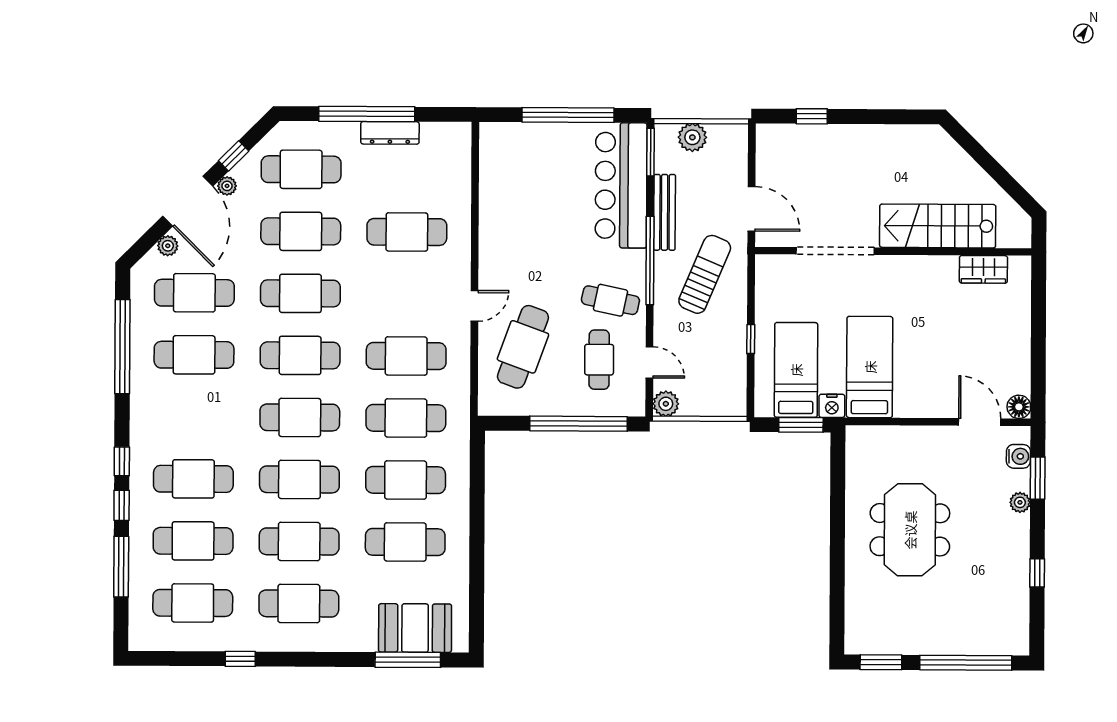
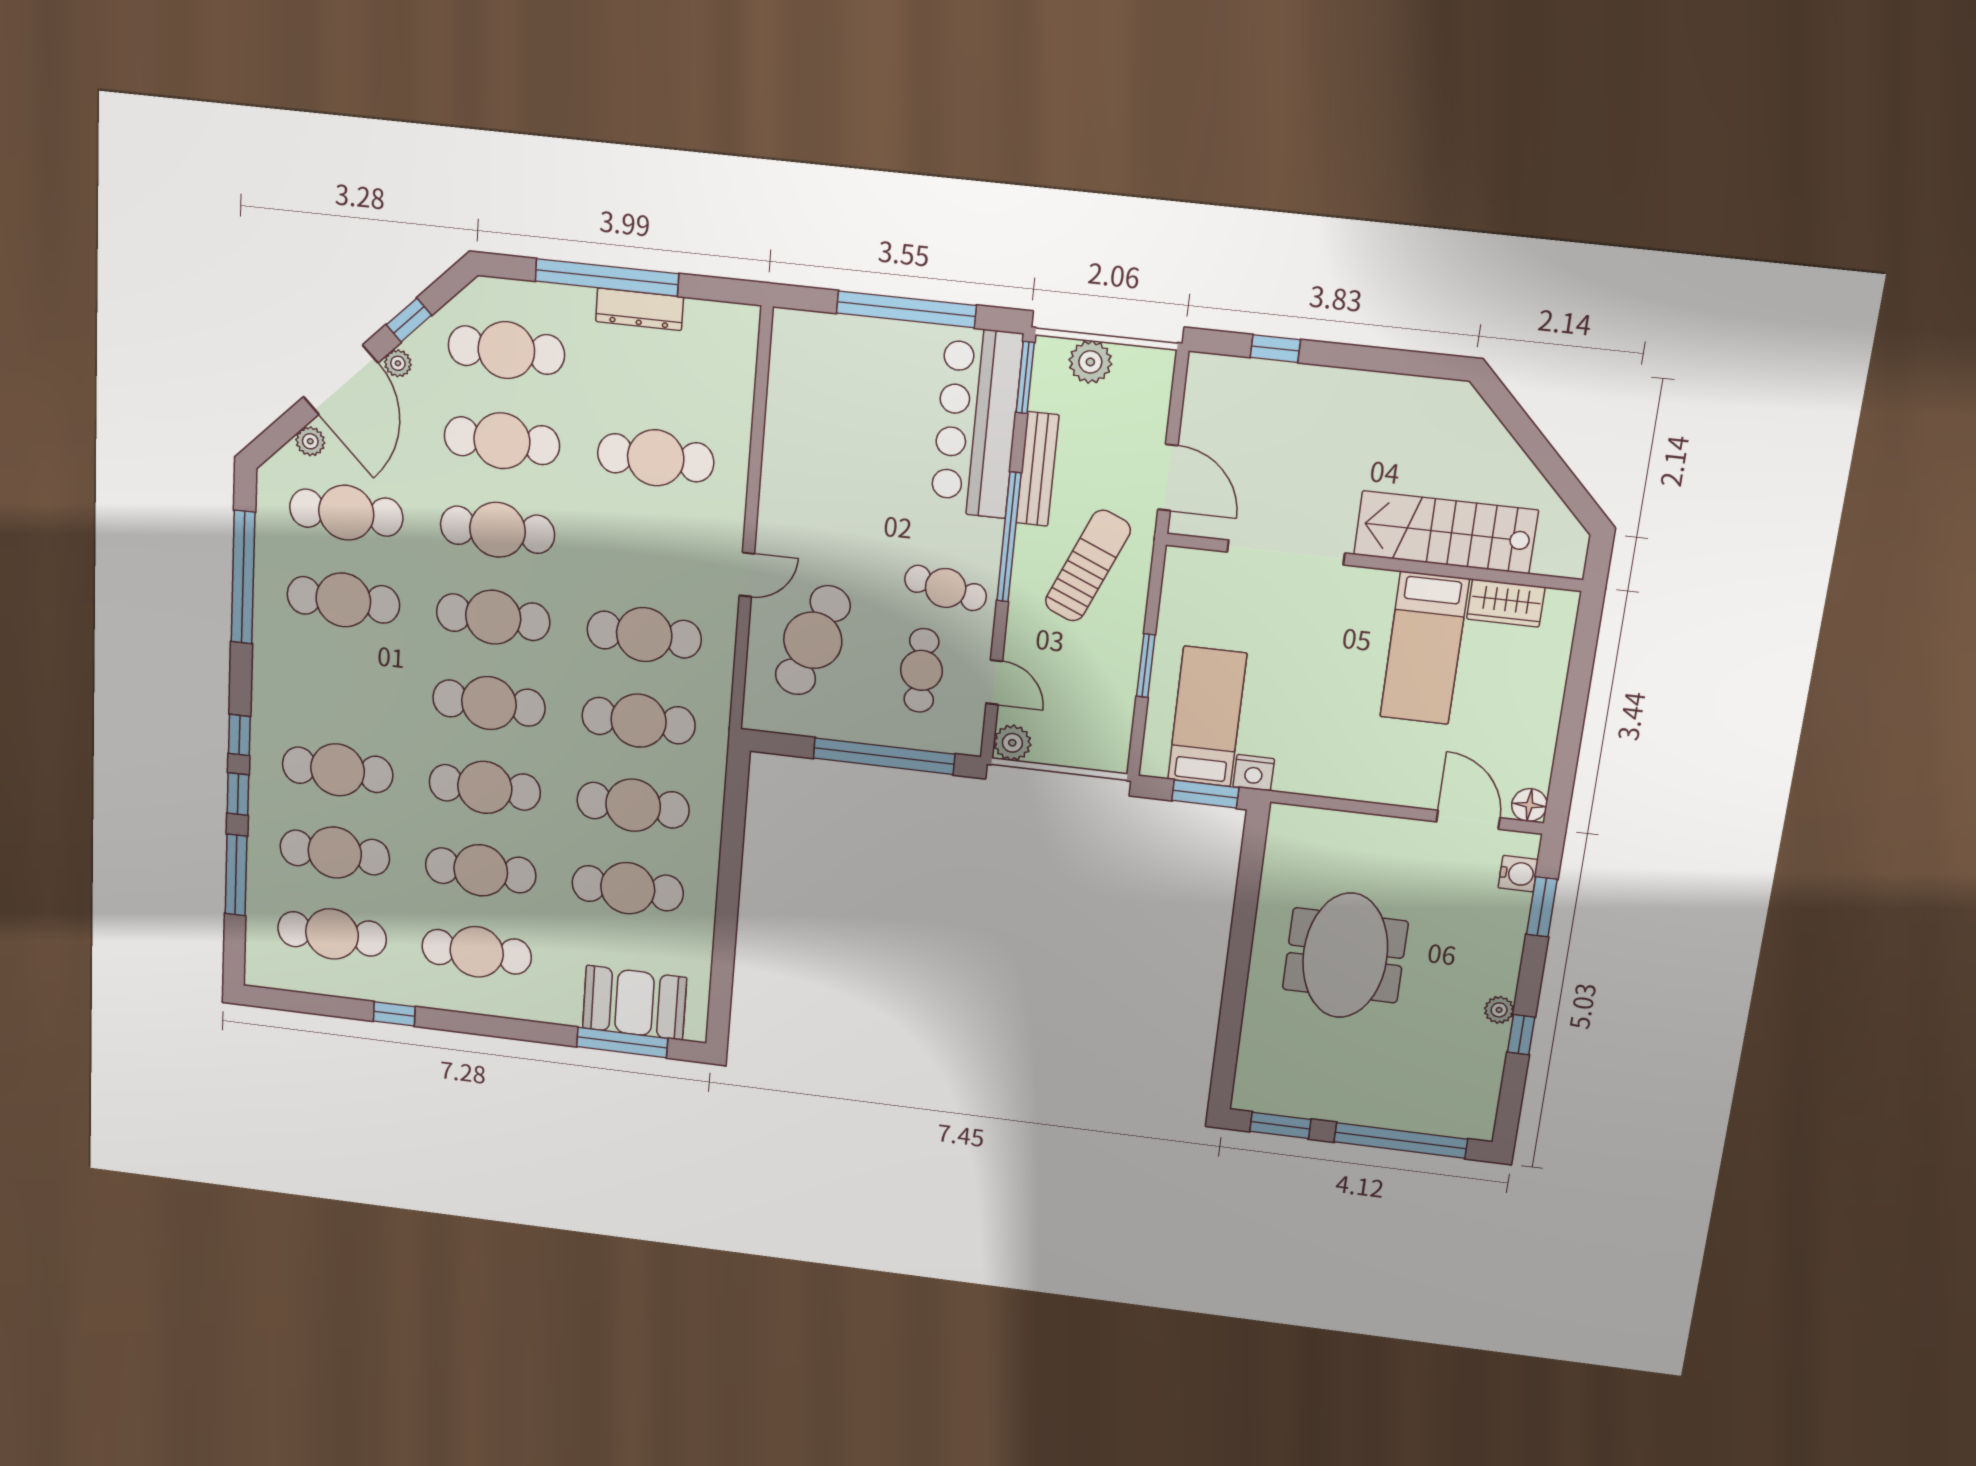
window: (751, 339) -> (1146, 666), width x1.50
bed: (870, 367) -> (1424, 648), moved, turned 180
plant: (1020, 502) -> (1499, 1010), moved

